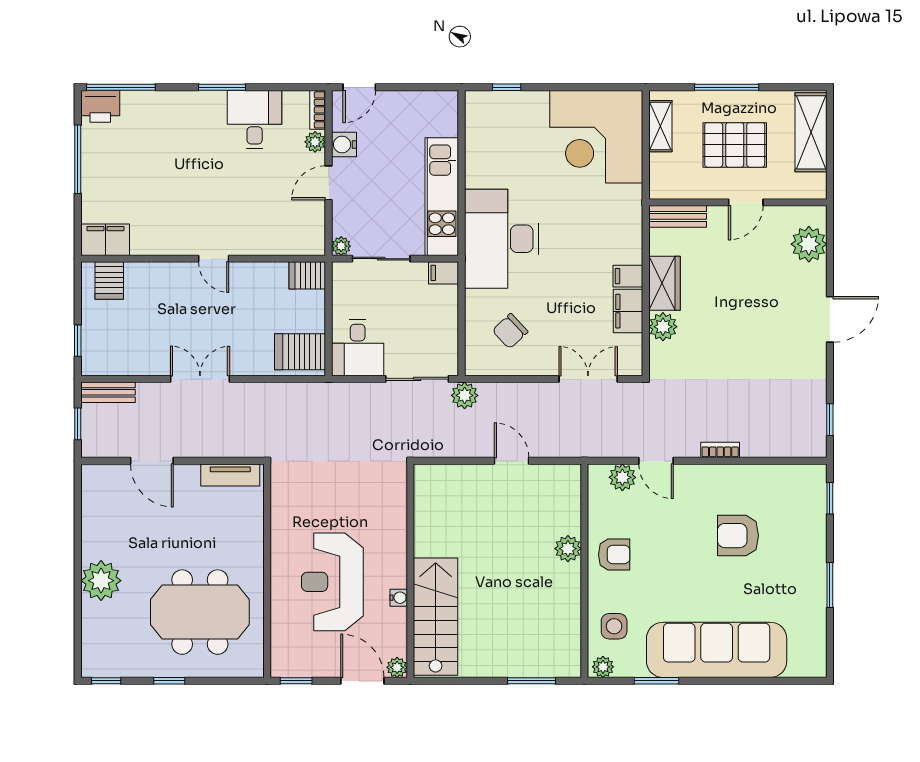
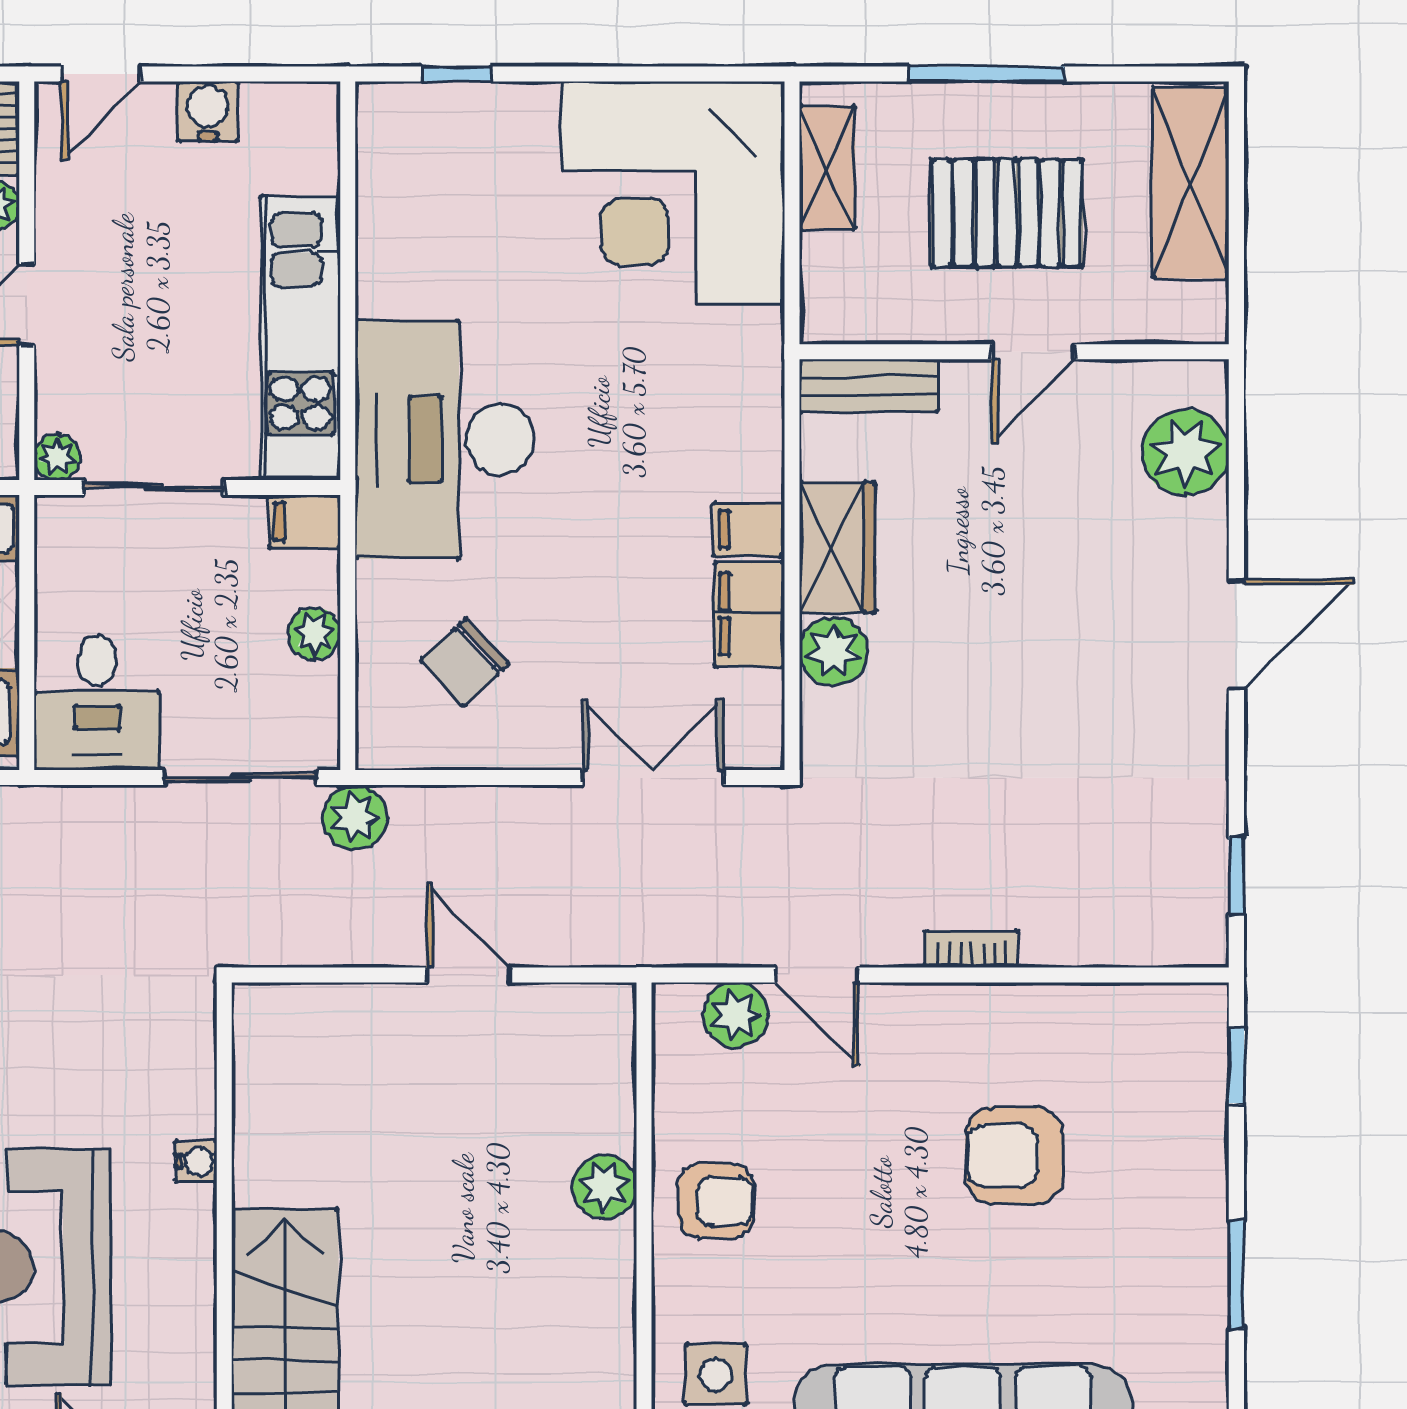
water cooler: (344, 145) -> (208, 111), moved, turned 90
plant: (448, 319) -> (314, 633), added
water cooler: (399, 598) -> (196, 1161), moved

